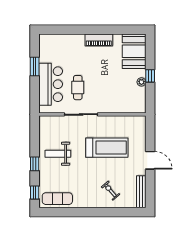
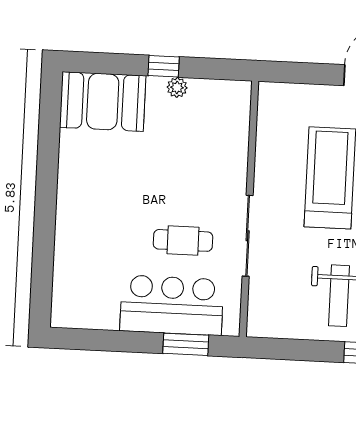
piano: (99, 40) -> (71, 185), removed
window: (35, 66) -> (186, 344), moved

